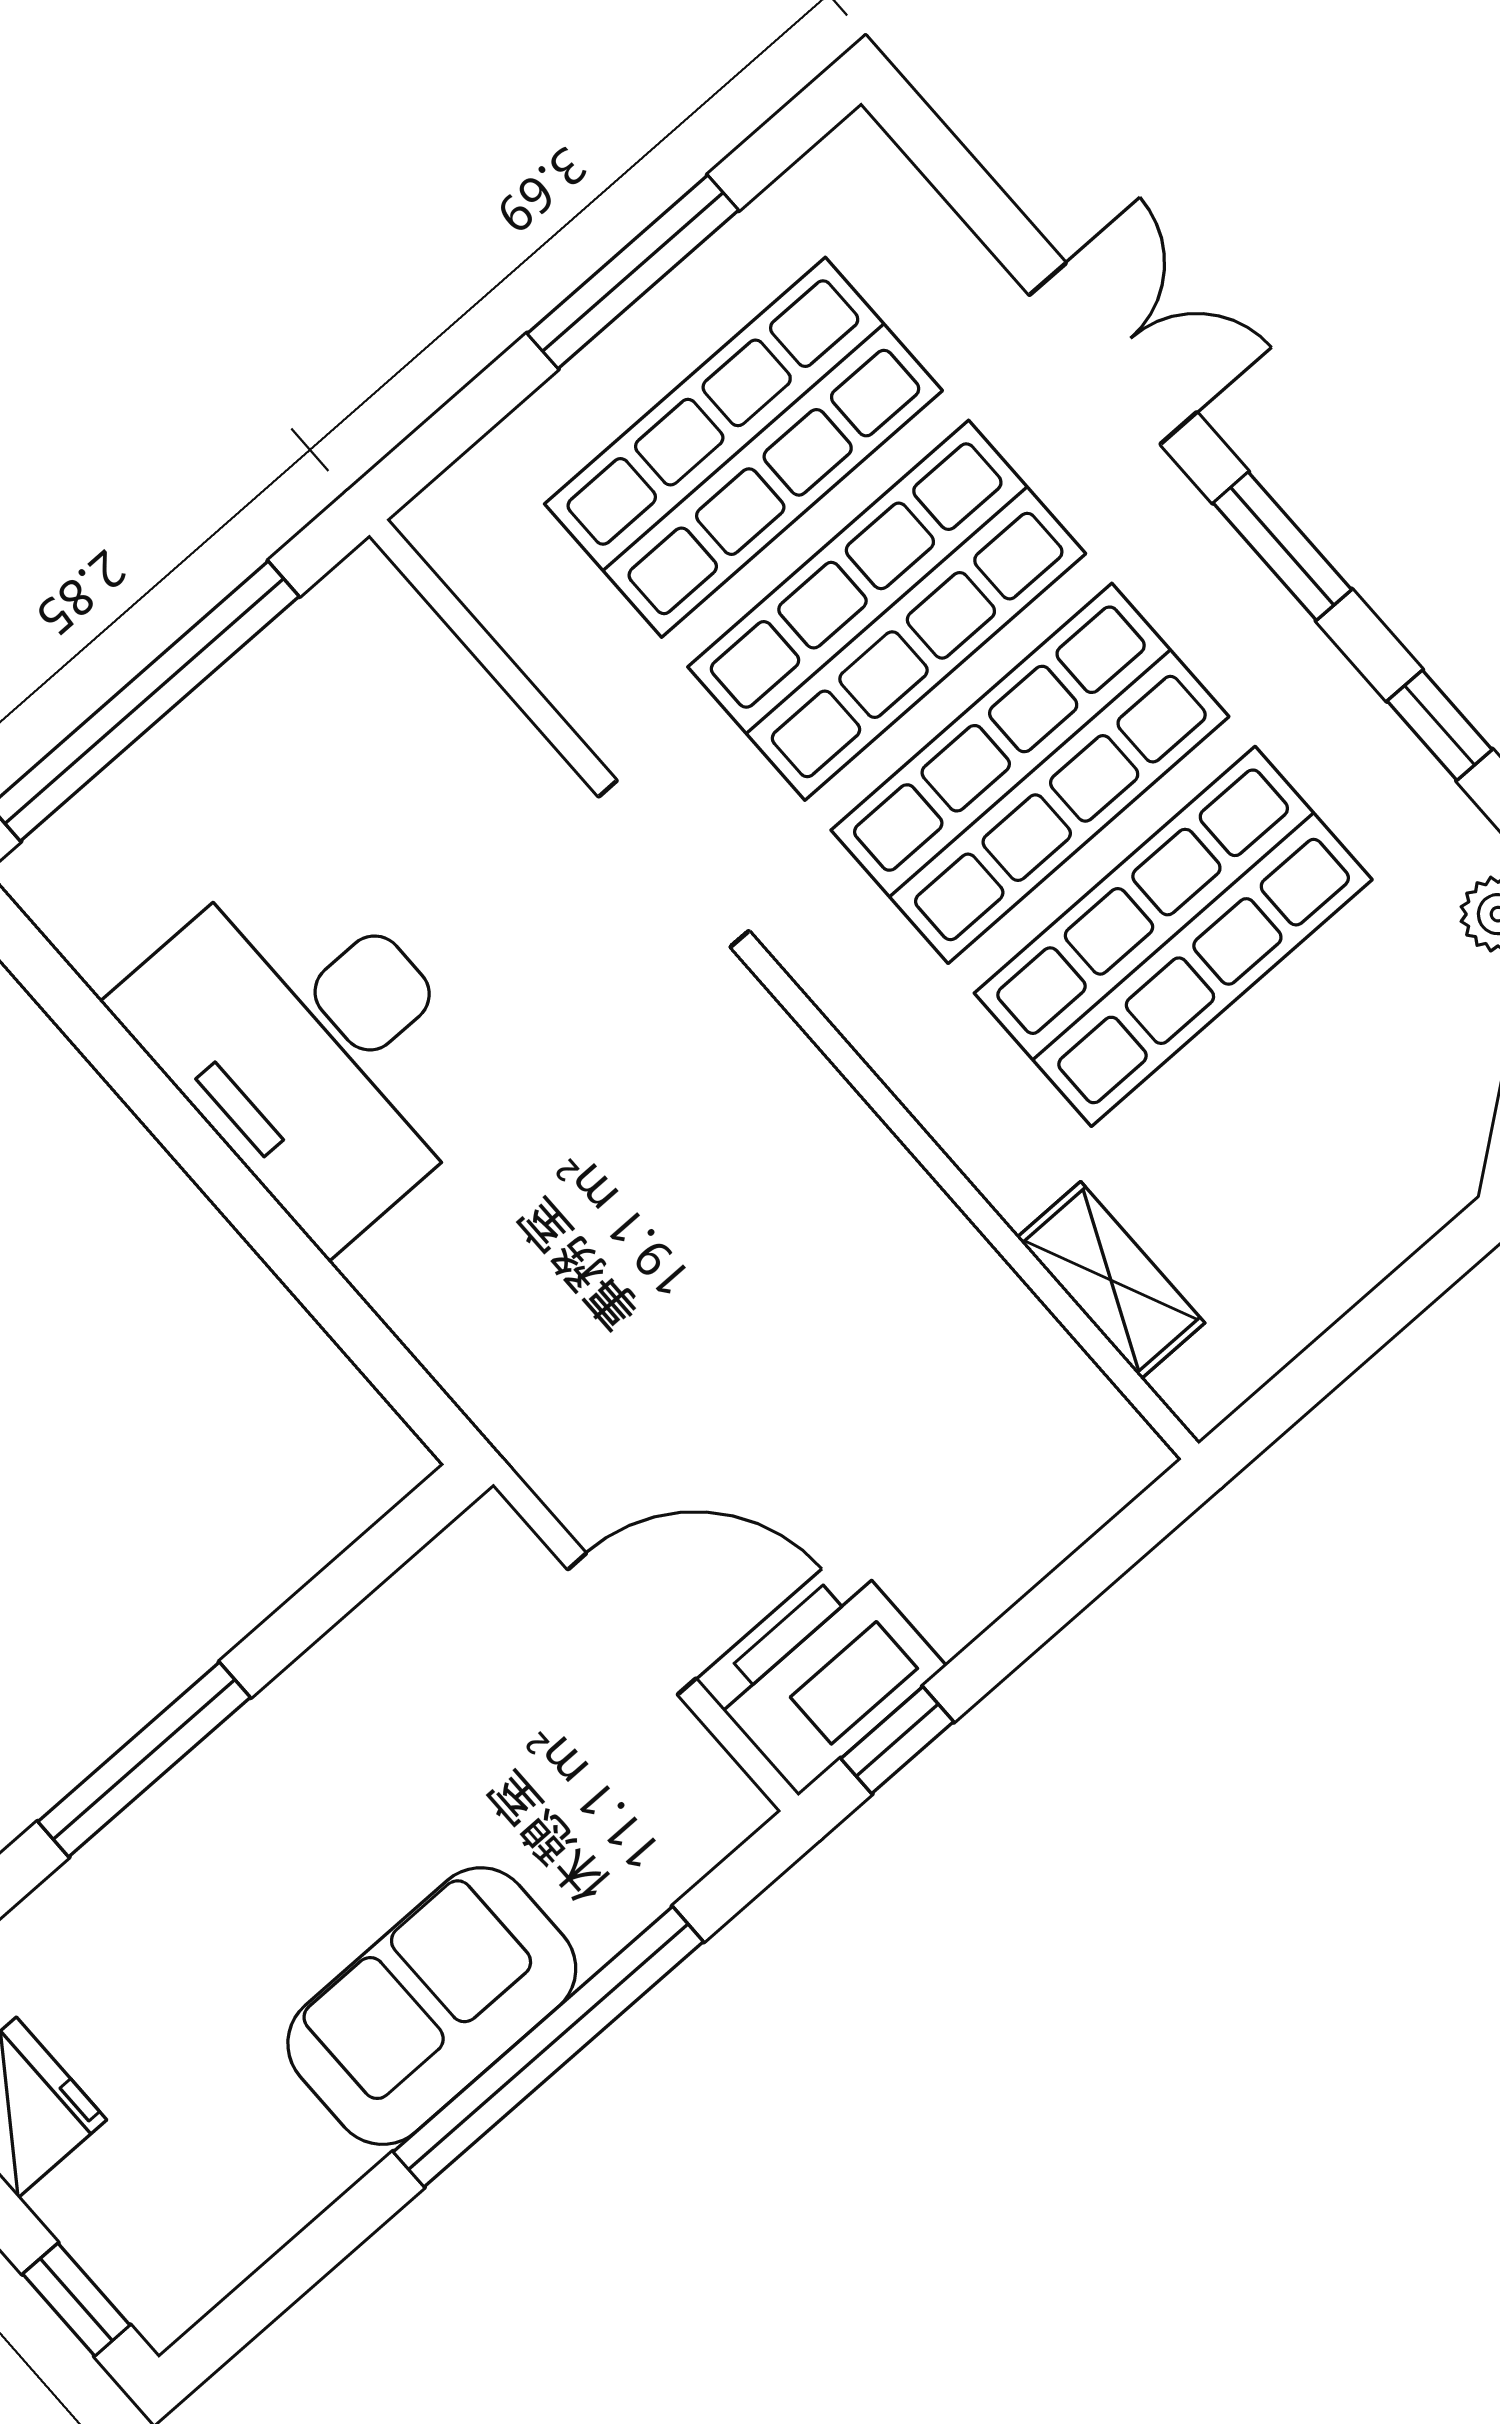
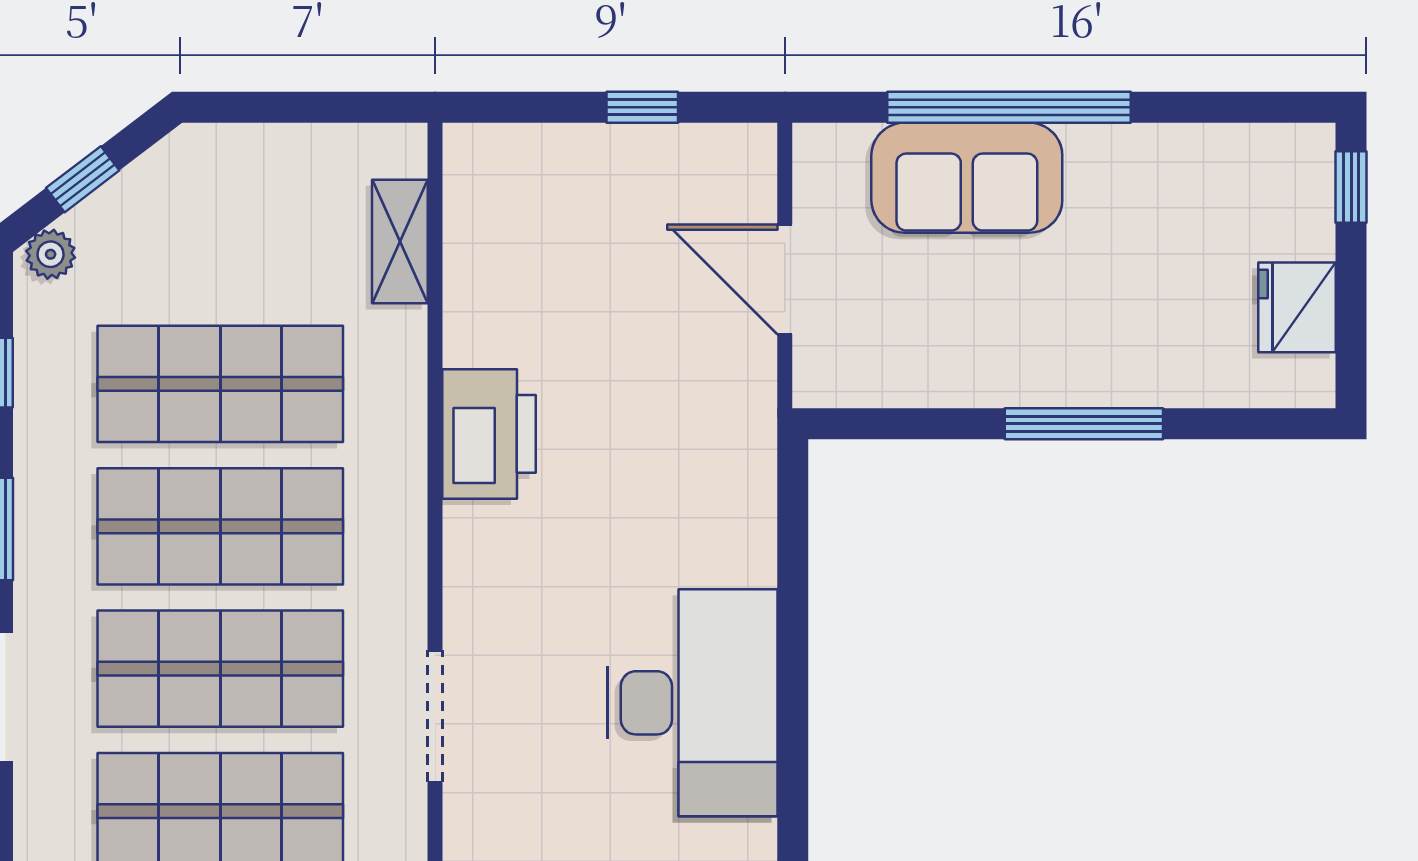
doorway: (674, 864) -> (435, 716), moved
printer: (826, 1677) -> (489, 434), moved, turned -90
window: (897, 1740) -> (642, 107), moved
sofa: (432, 2006) -> (967, 178), moved

